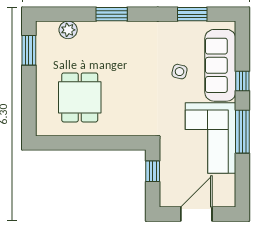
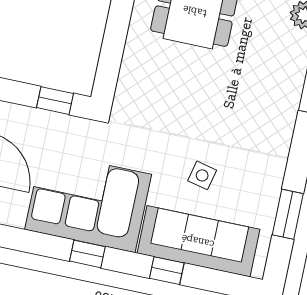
window: (242, 132) -> (87, 254), width x0.46

